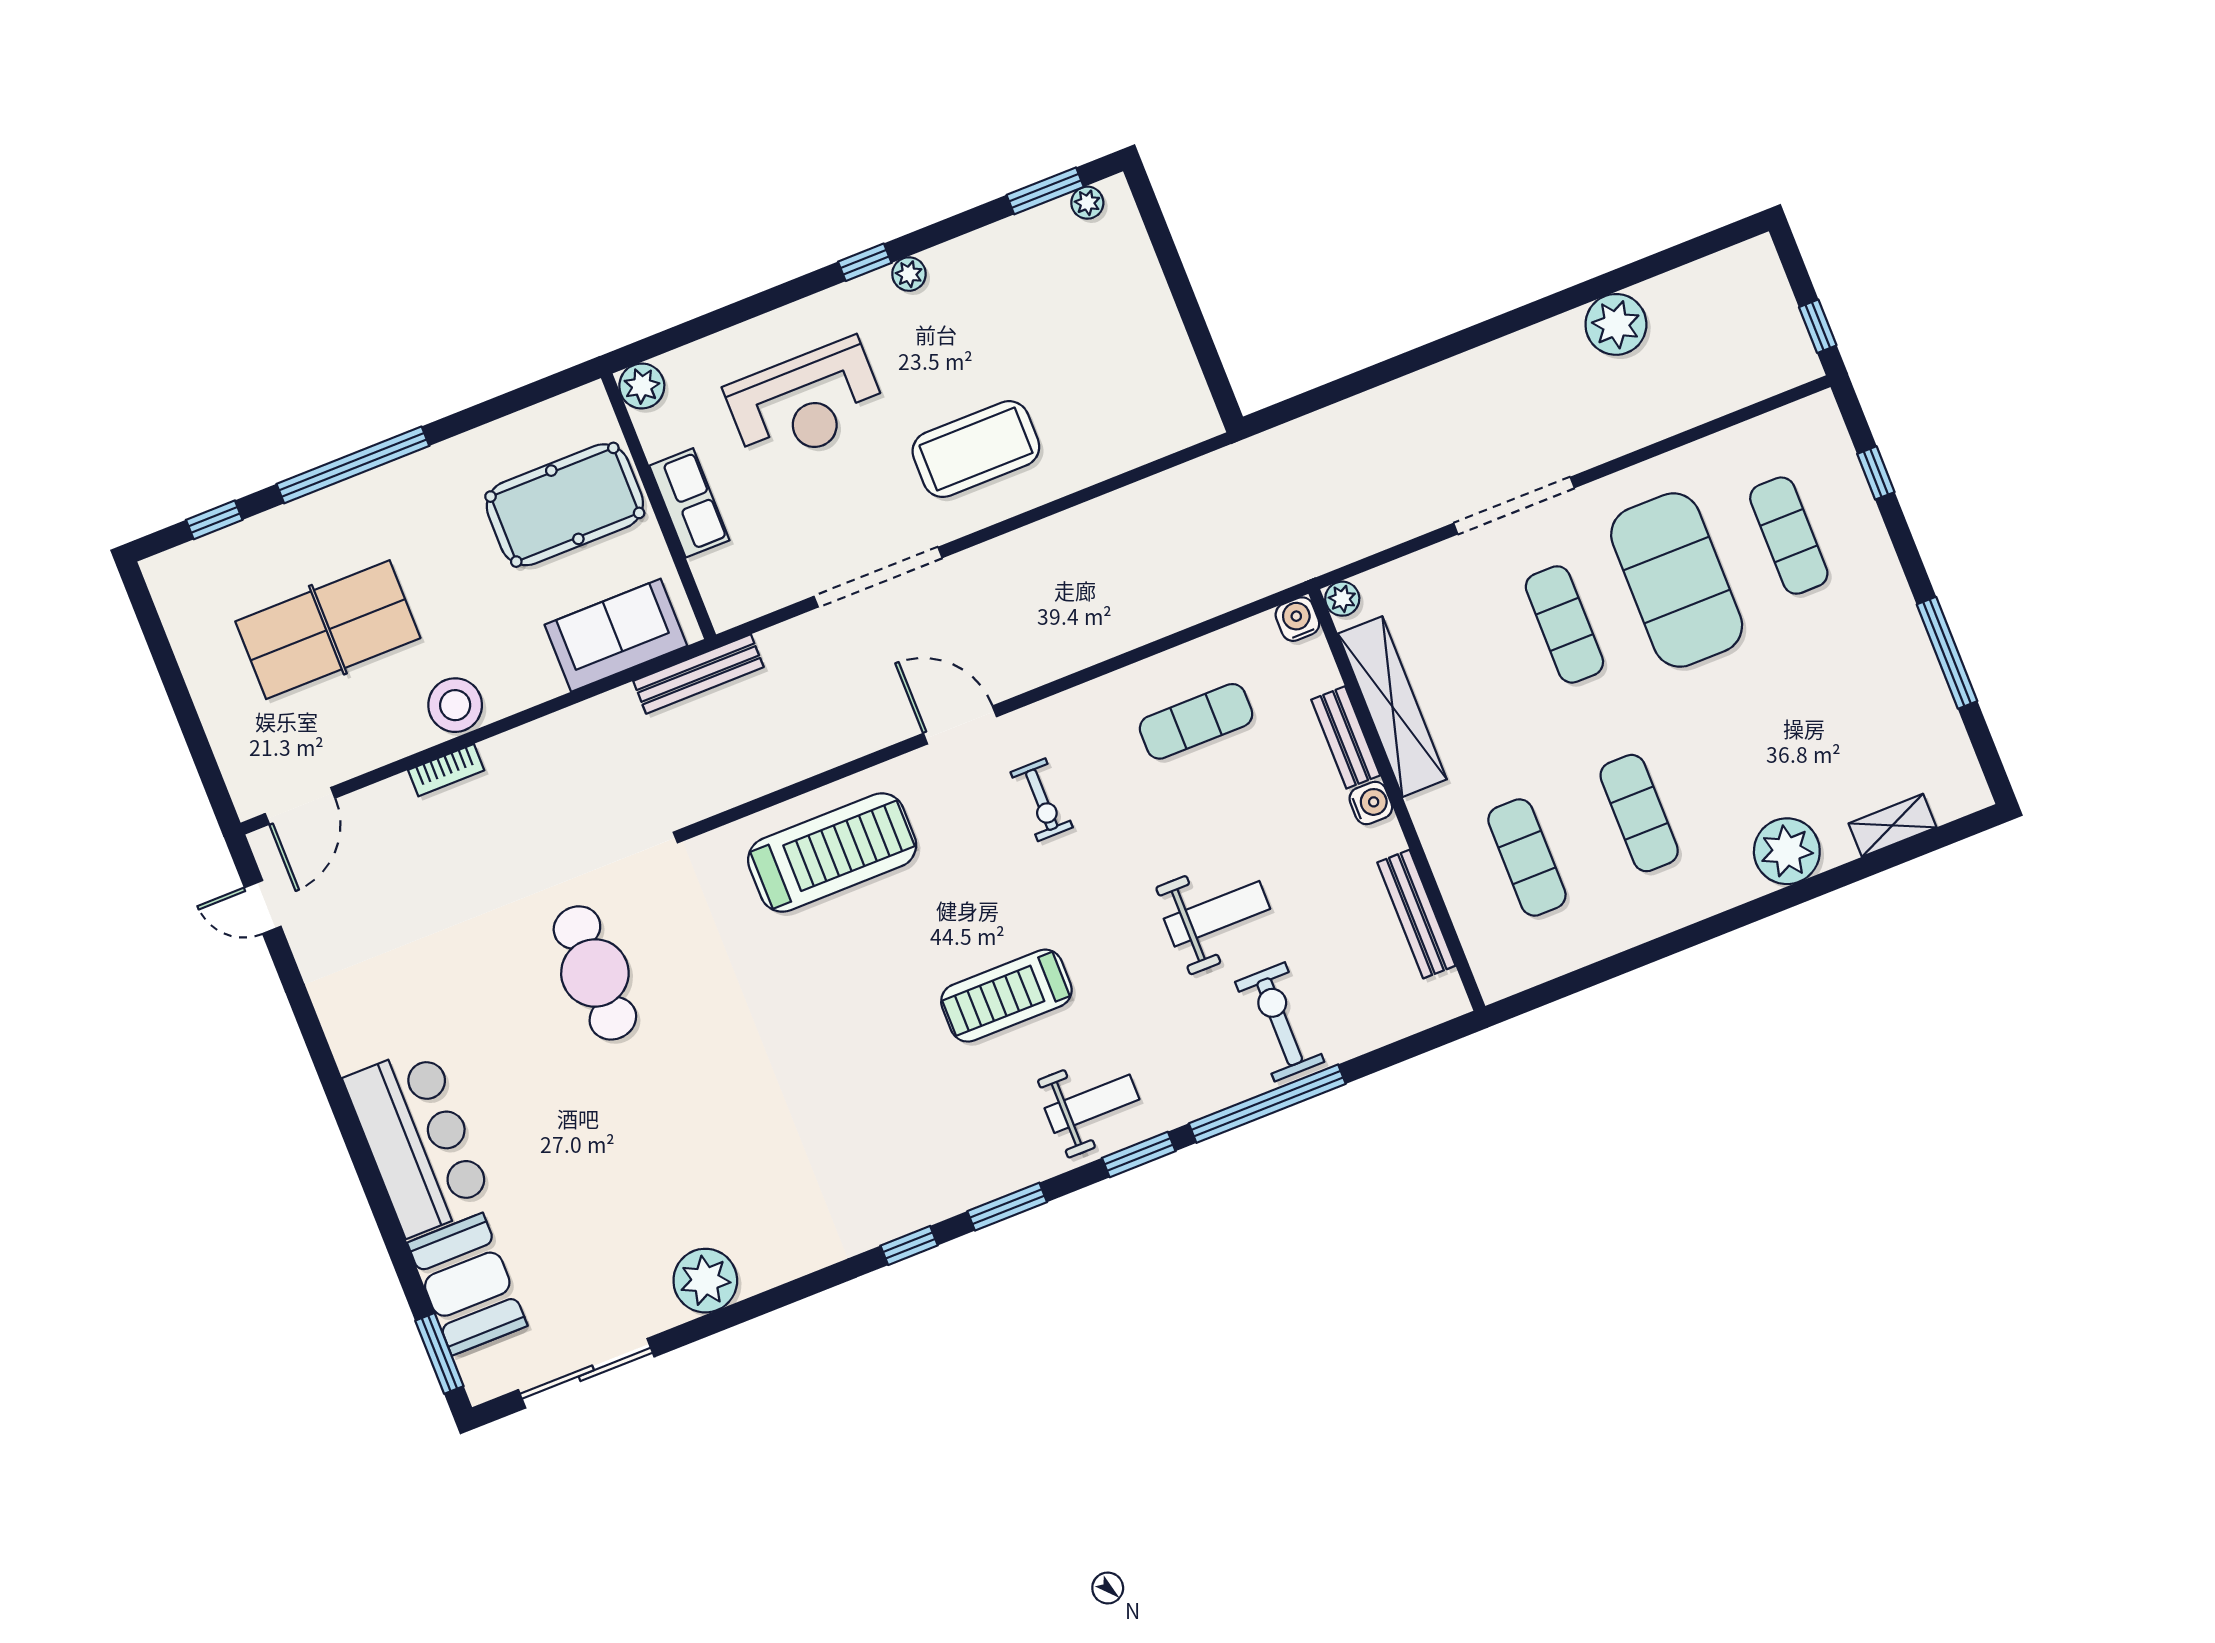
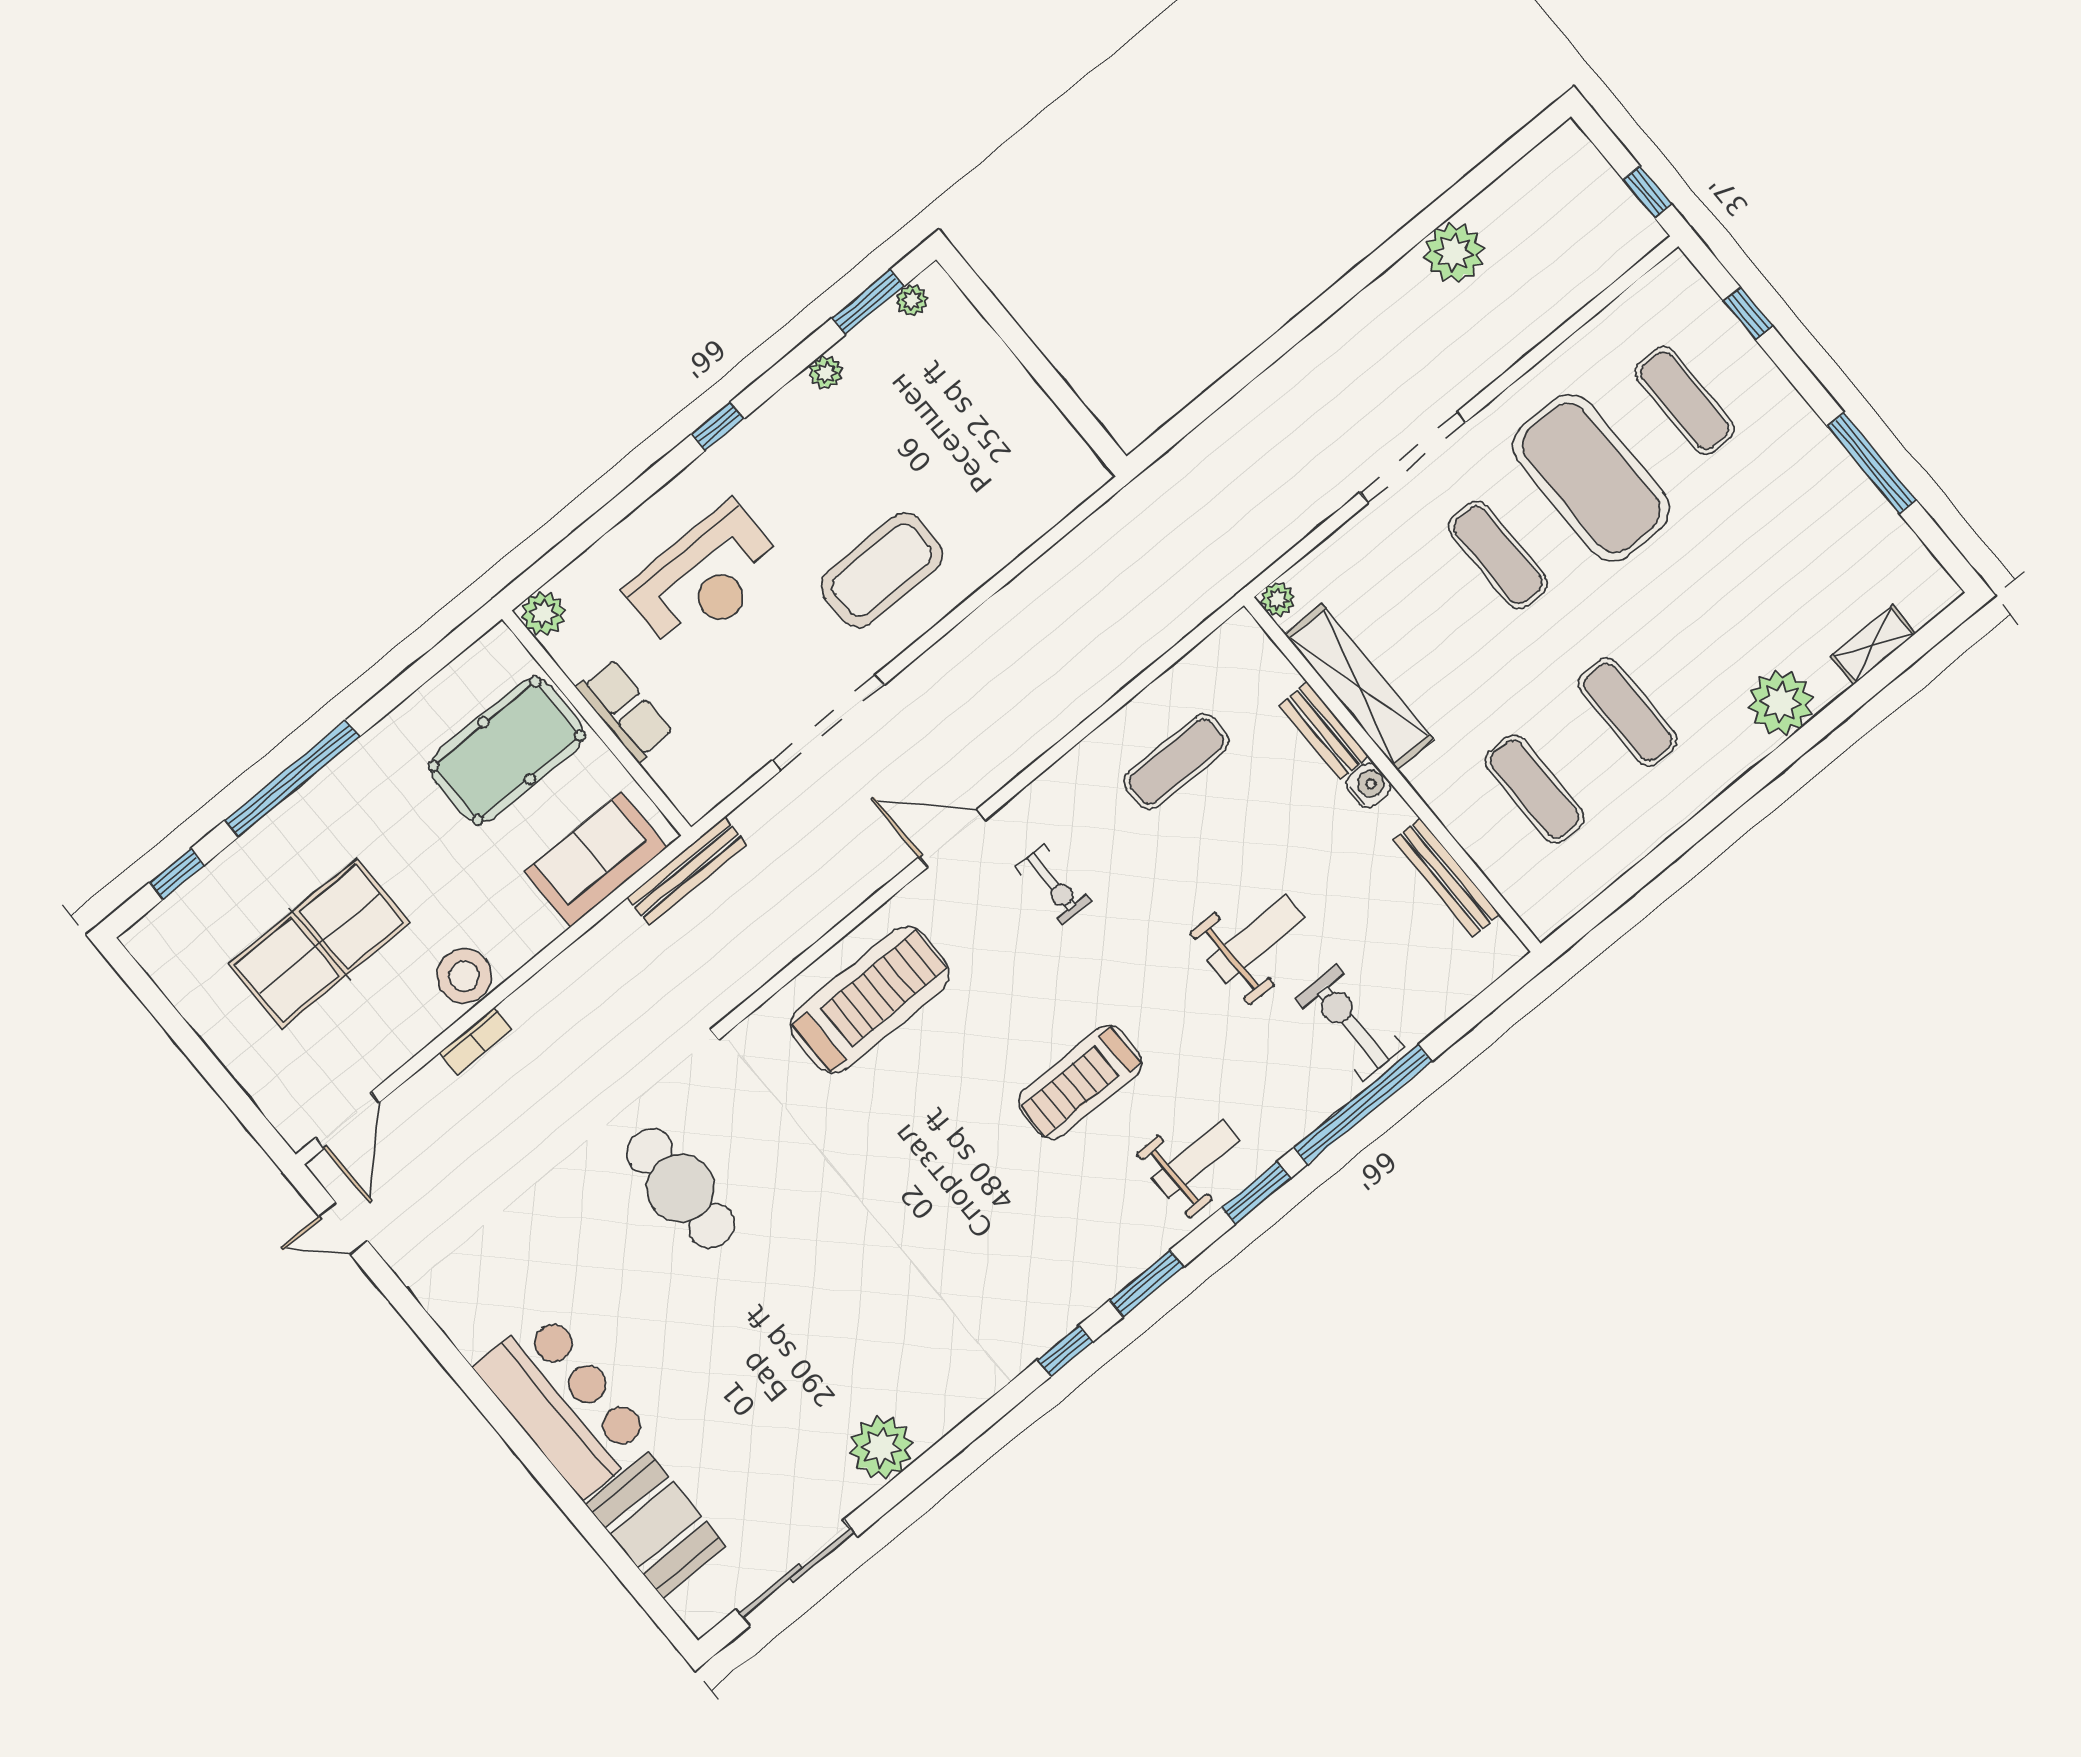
plant: (909, 274) -> (826, 372), moved
water cooler: (1297, 619) -> (1241, 633), removed
window: (439, 1353) -> (650, 1600), removed

